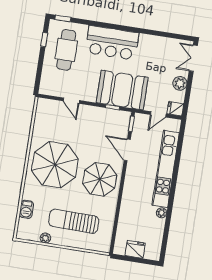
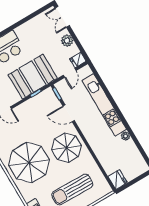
fridge: (135, 249) -> (118, 180), moved, turned 90

